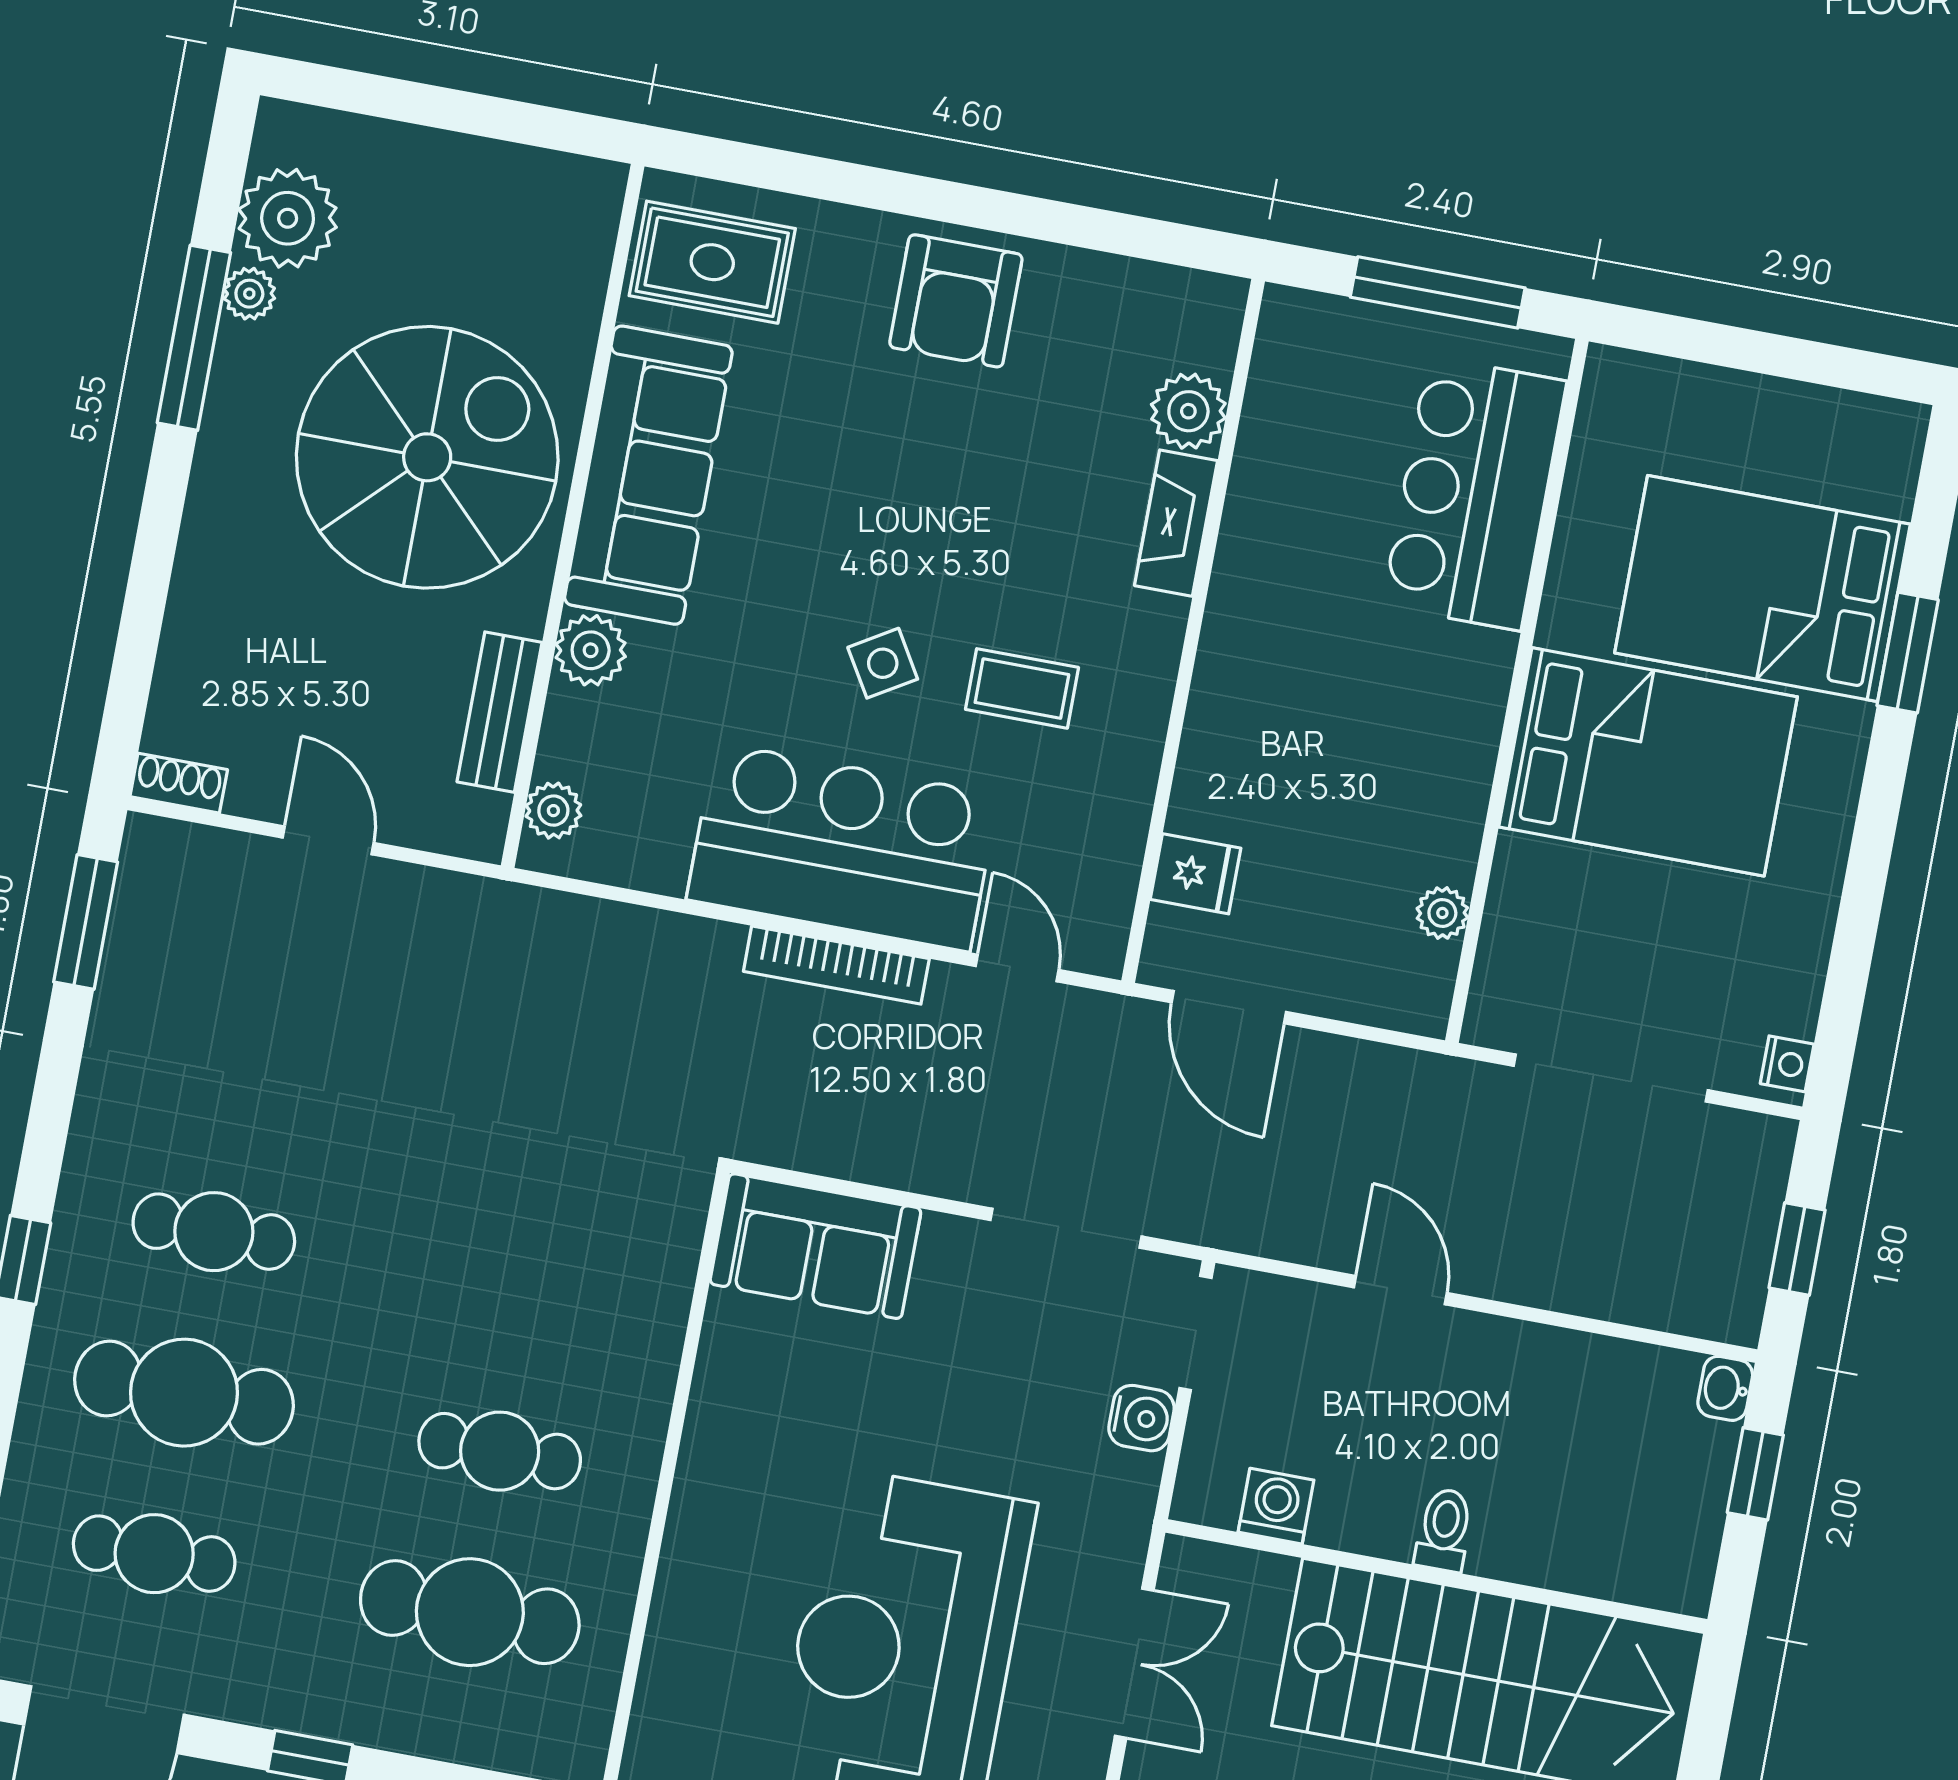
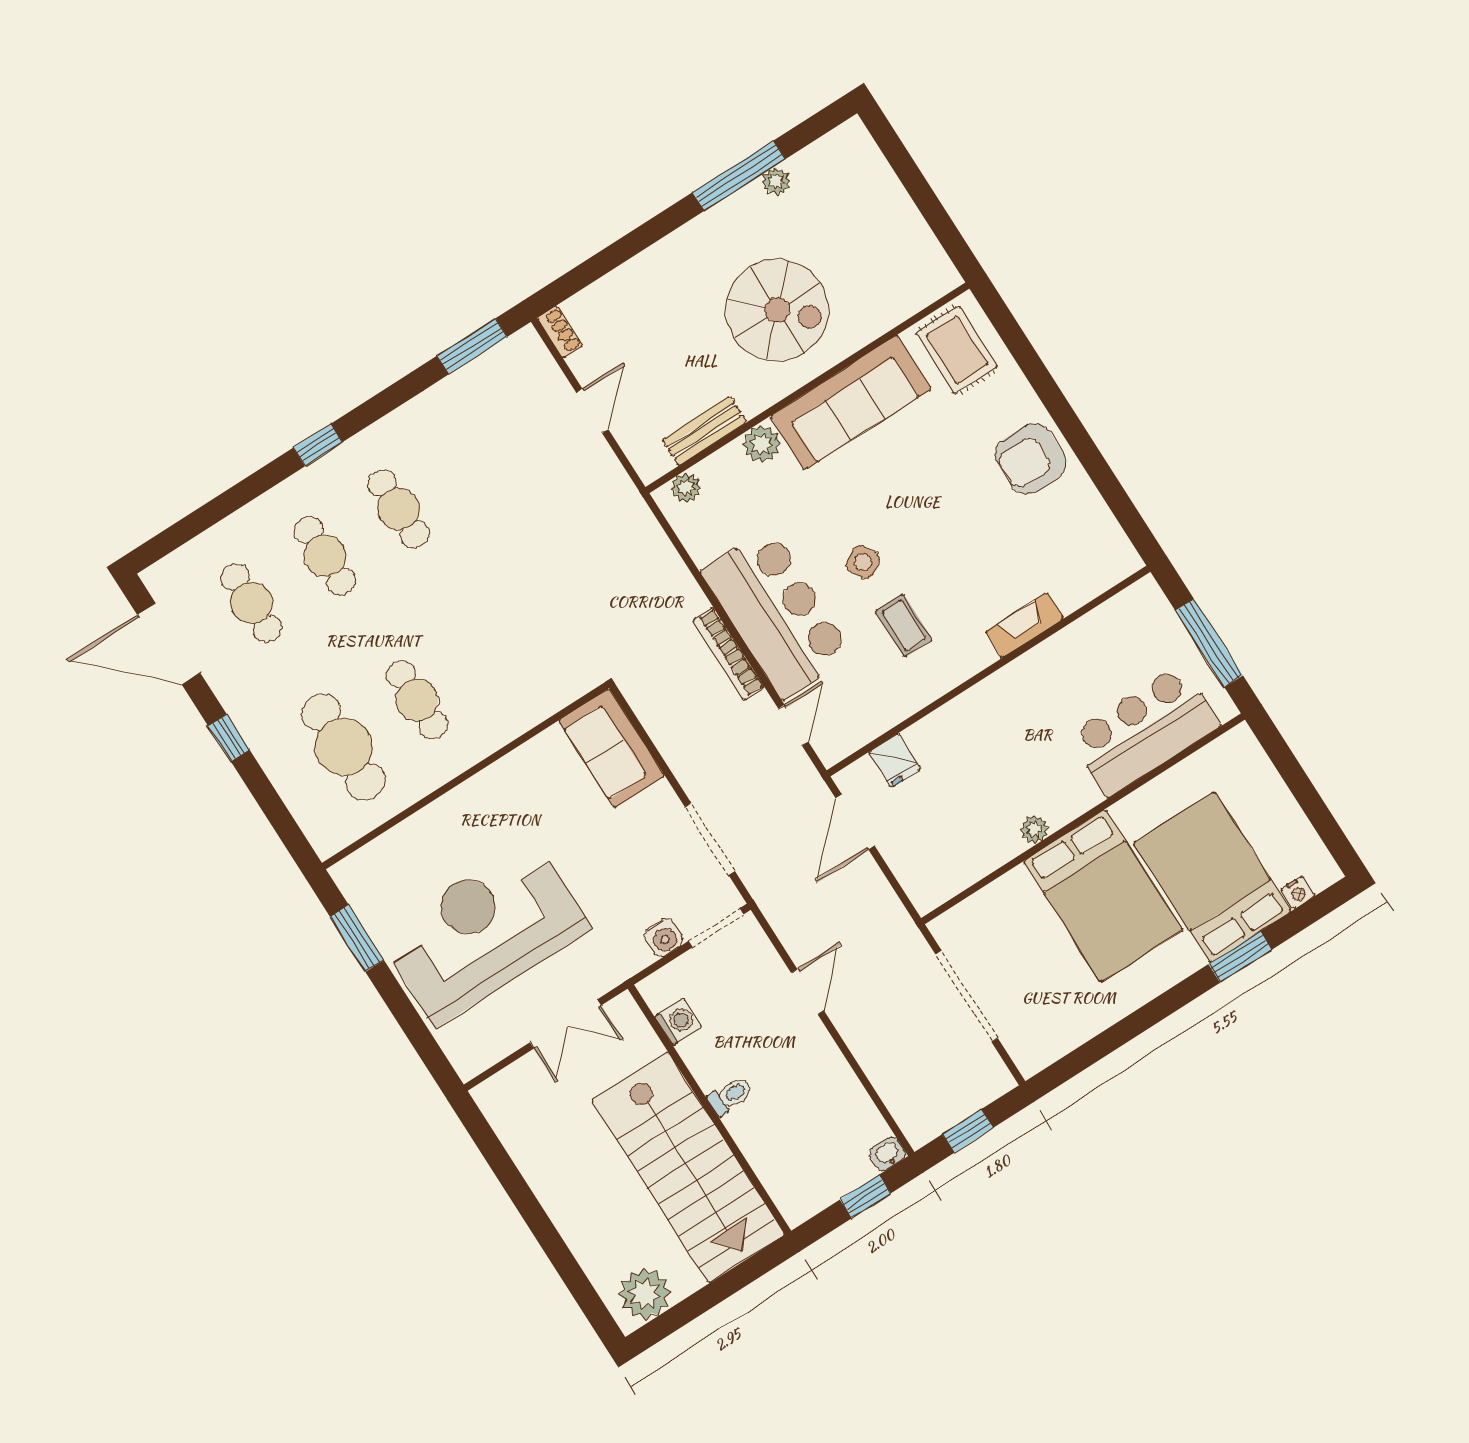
plant: (288, 218) -> (819, 169), removed
plant: (1188, 411) -> (1072, 589), removed
spiral stairs: (427, 457) -> (777, 310), width x0.73, depth x0.73
plant: (1442, 913) -> (1035, 829), moved
nightstand: (1787, 1064) -> (1298, 892), moved
cafe table: (184, 1393) -> (325, 556), width x0.73, depth x0.74

